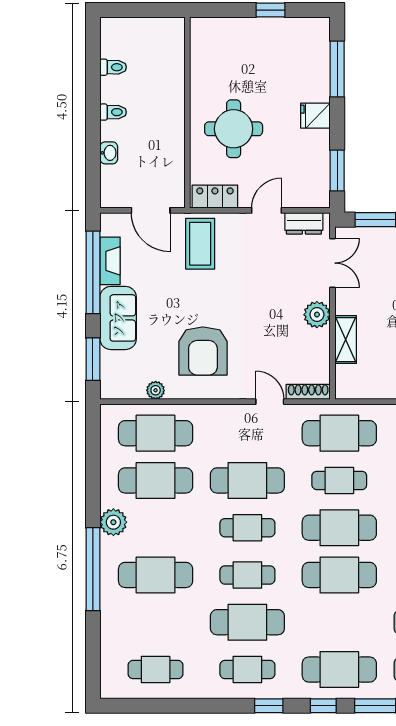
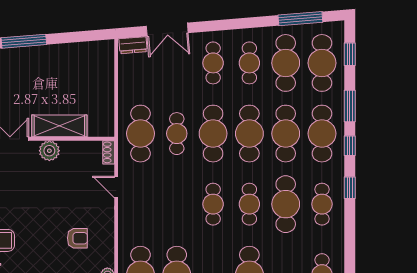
shelving: (346, 340) -> (59, 126), width x1.50, depth x1.33
armchair: (203, 351) -> (77, 238), width x0.53, depth x0.53
shoe rack: (308, 392) -> (109, 152), width x0.70
door: (270, 402) -> (116, 187), hinge flipped
cafe table: (247, 480) -> (286, 134), moved

